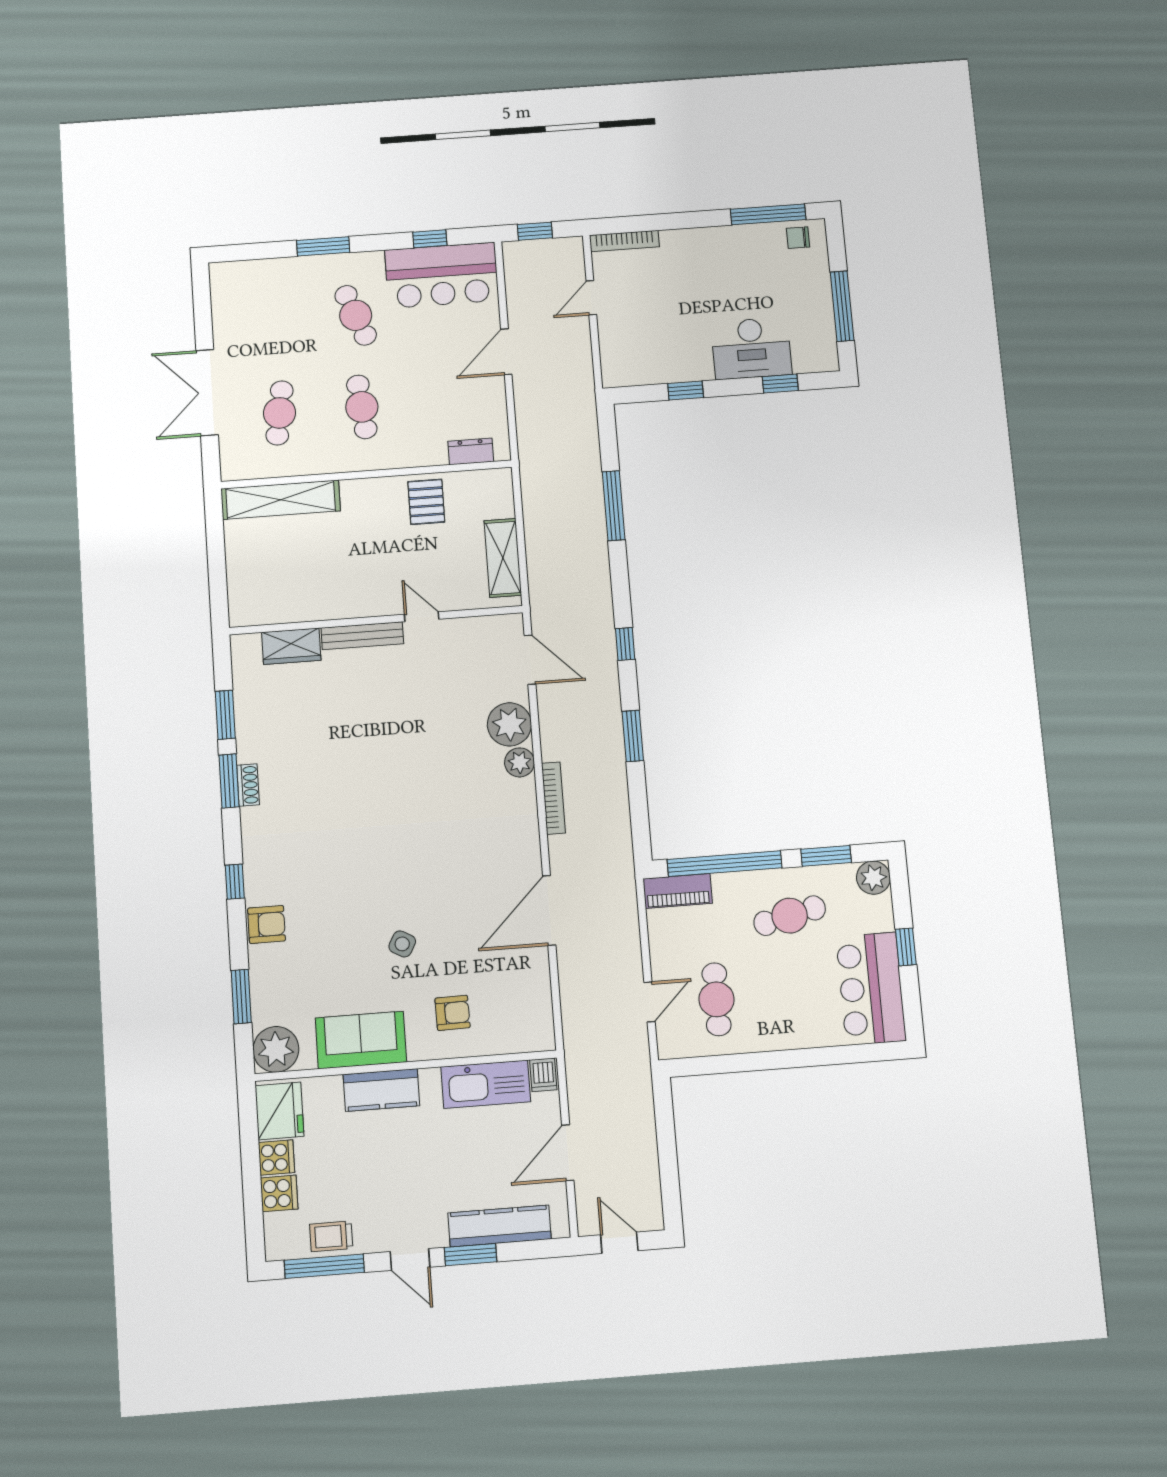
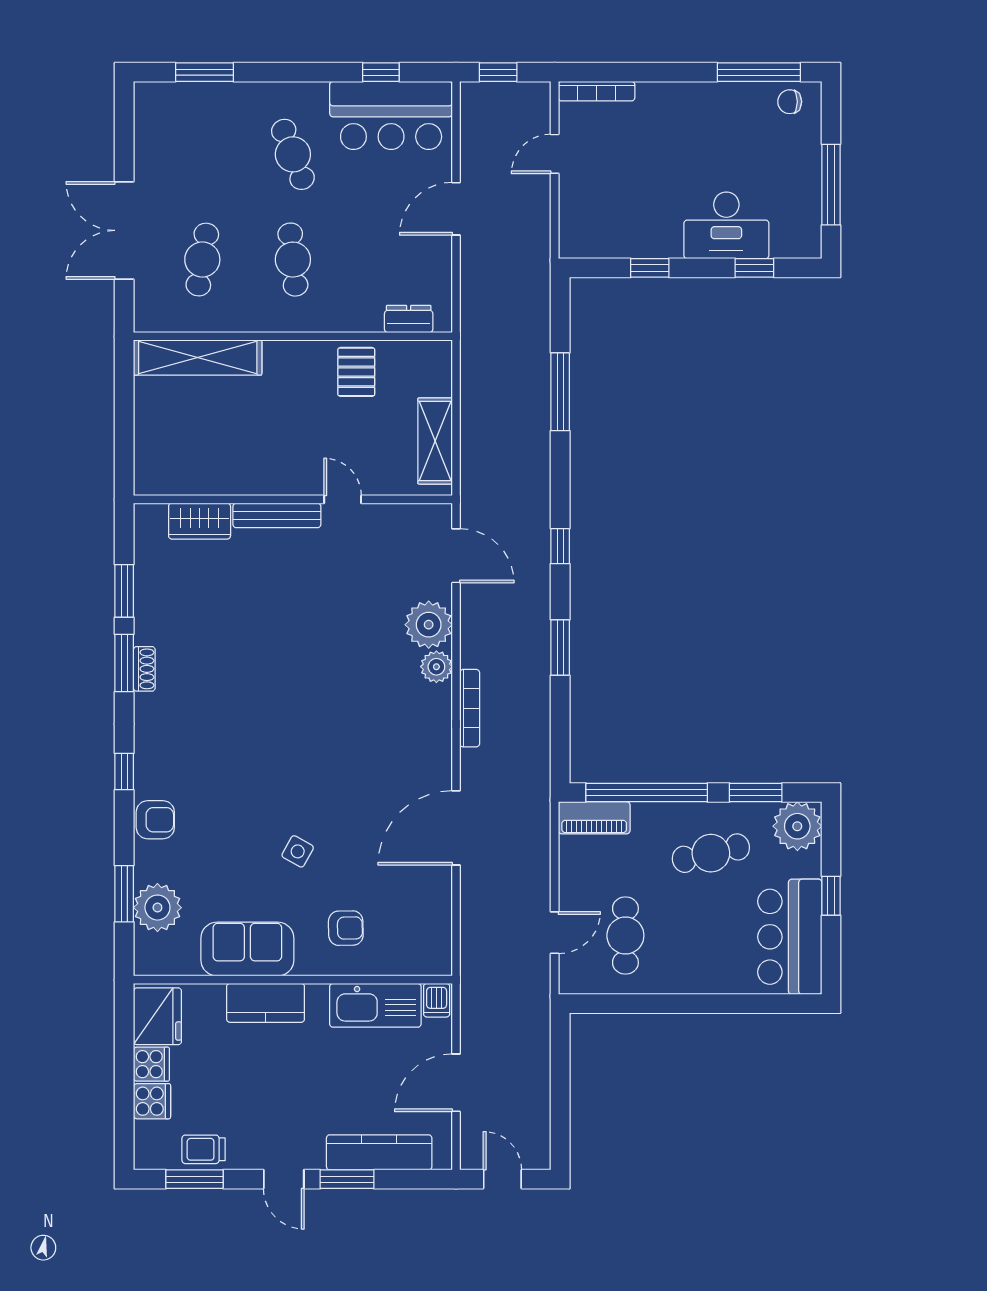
window: (323, 246) -> (205, 72), moved
plant: (873, 878) -> (797, 826), width x1.36, depth x1.36
plant: (276, 1049) -> (157, 908), moved
window: (324, 1266) -> (194, 1179), width x0.69

